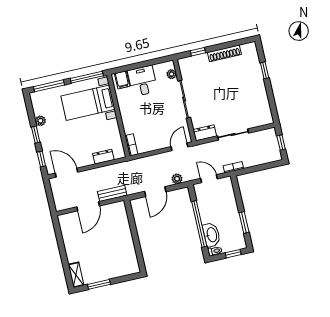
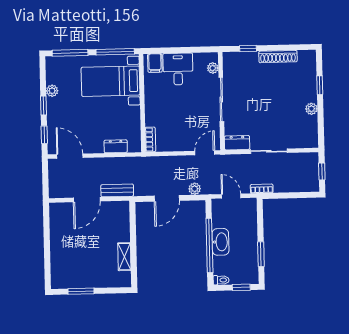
plant: (262, 92) -> (311, 109), added
washbasin: (211, 235) -> (221, 242), moved
shelving: (76, 275) -> (124, 257), moved

